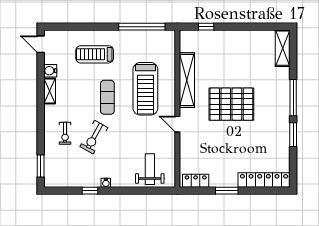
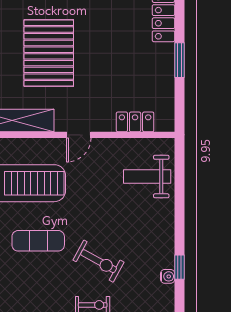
locker: (196, 181) -> (135, 122), moved, turned 90
water cooler: (106, 183) -> (168, 276), moved

